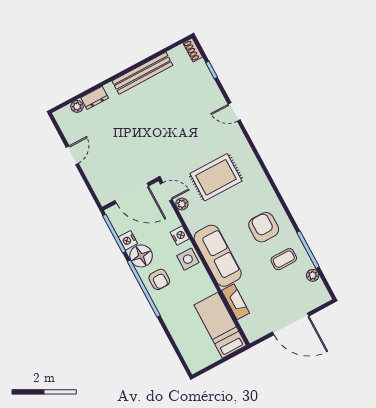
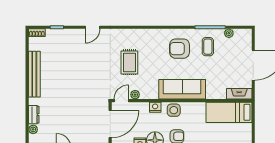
rug: (216, 177) -> (129, 62), width x0.73, depth x0.70
fireplace: (235, 302) -> (239, 94), moved

